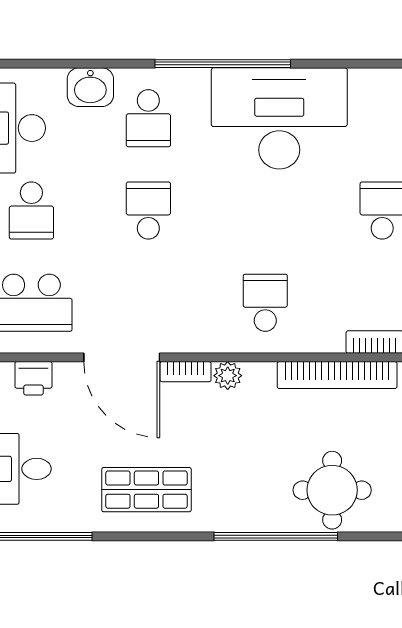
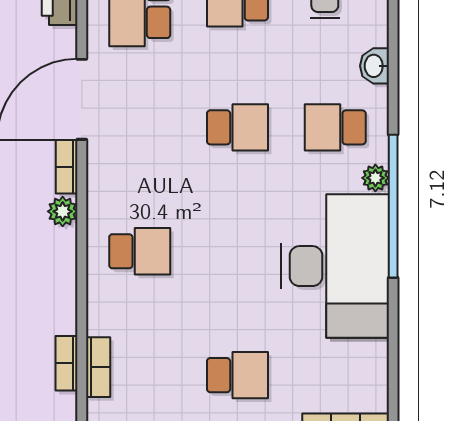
plant: (196, 80) -> (375, 178), added
washbasin: (90, 87) -> (375, 66), width x0.72, depth x0.69
bookcase: (337, 375) -> (67, 363), width x0.43, depth x0.76

